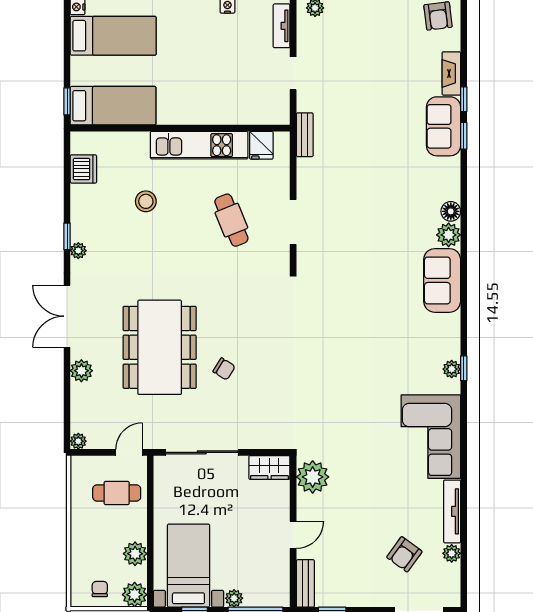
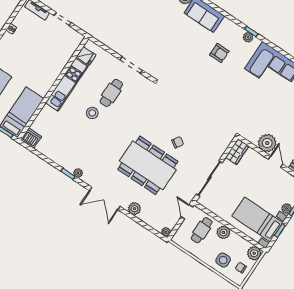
bench: (305, 135) -> (95, 33), removed
dishwasher: (83, 169) -> (31, 138), moved
stool: (146, 201) -> (92, 113), moved
cafe table: (231, 220) -> (111, 93), turned -68
armchair: (400, 342) -> (219, 53), added
plant: (313, 477) -> (267, 143), moved
plant: (135, 554) -> (223, 232), moved
side table: (93, 555) -> (223, 260), added

